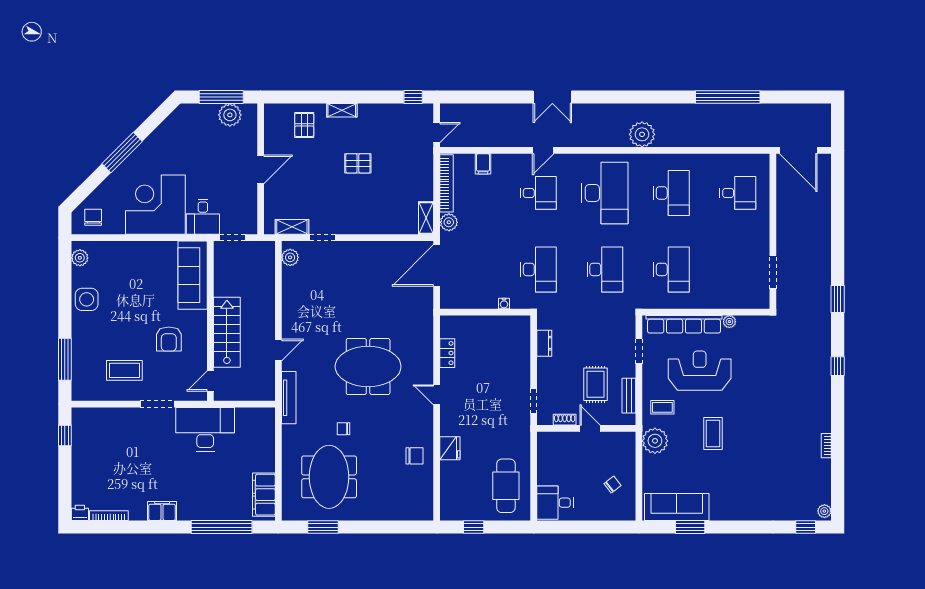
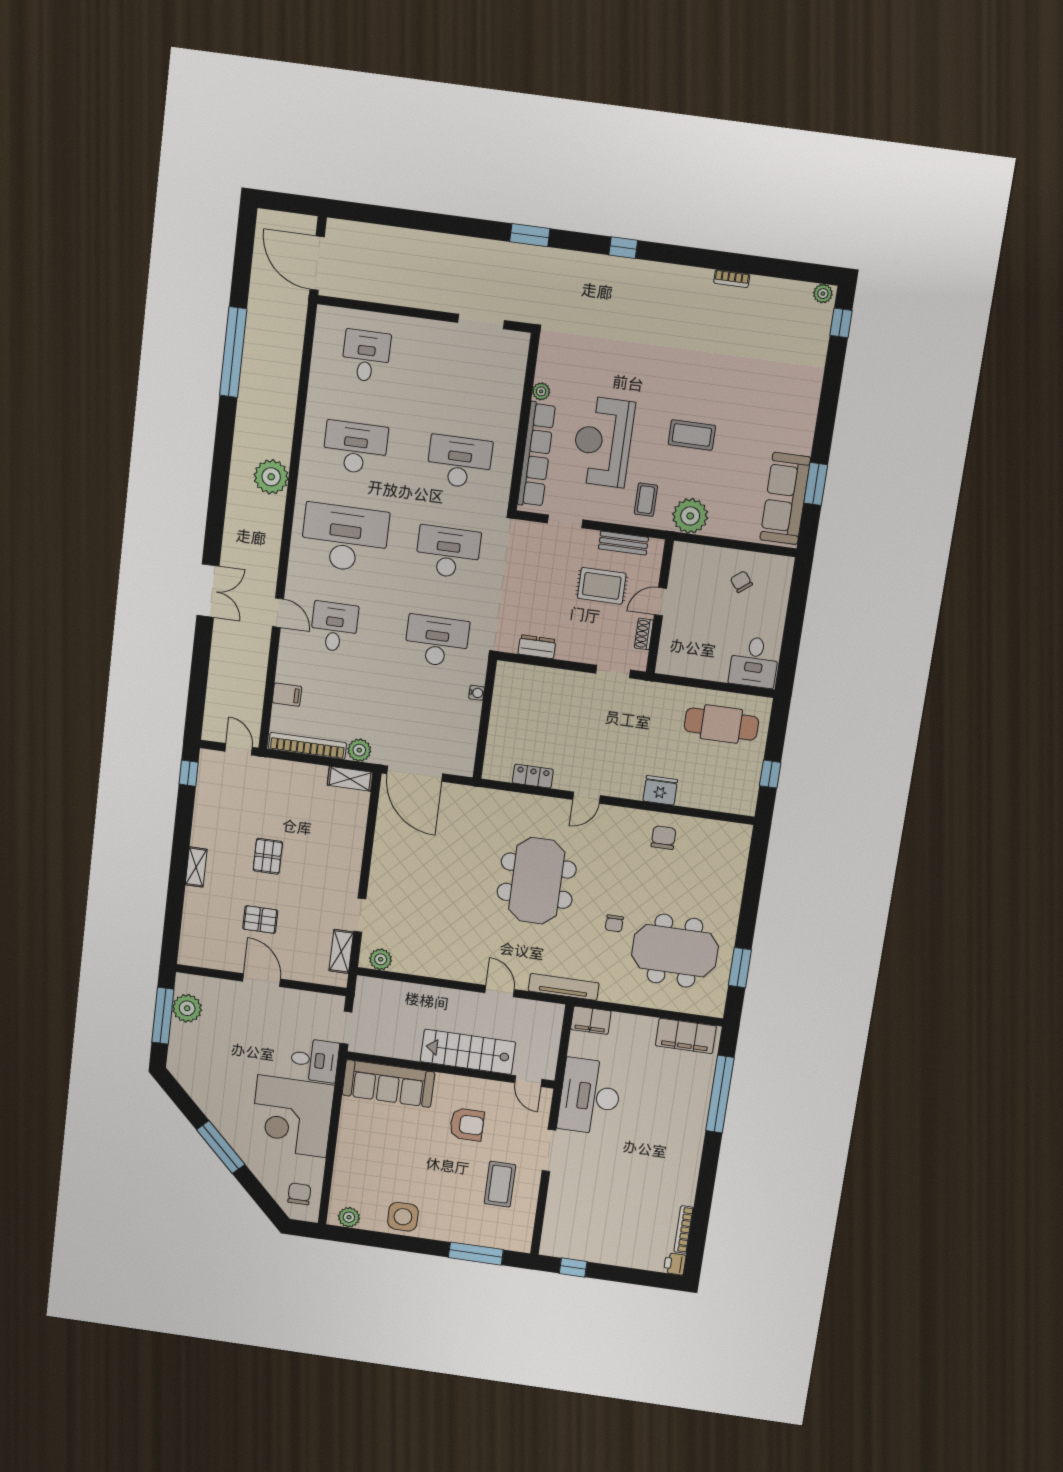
pallet: (304, 125) -> (260, 920), moved
door: (798, 150) -> (317, 263), swing flipped
chair: (93, 217) -> (299, 1194), turned 90
filing cabinet: (162, 511) -> (591, 1020), moved, turned -90

